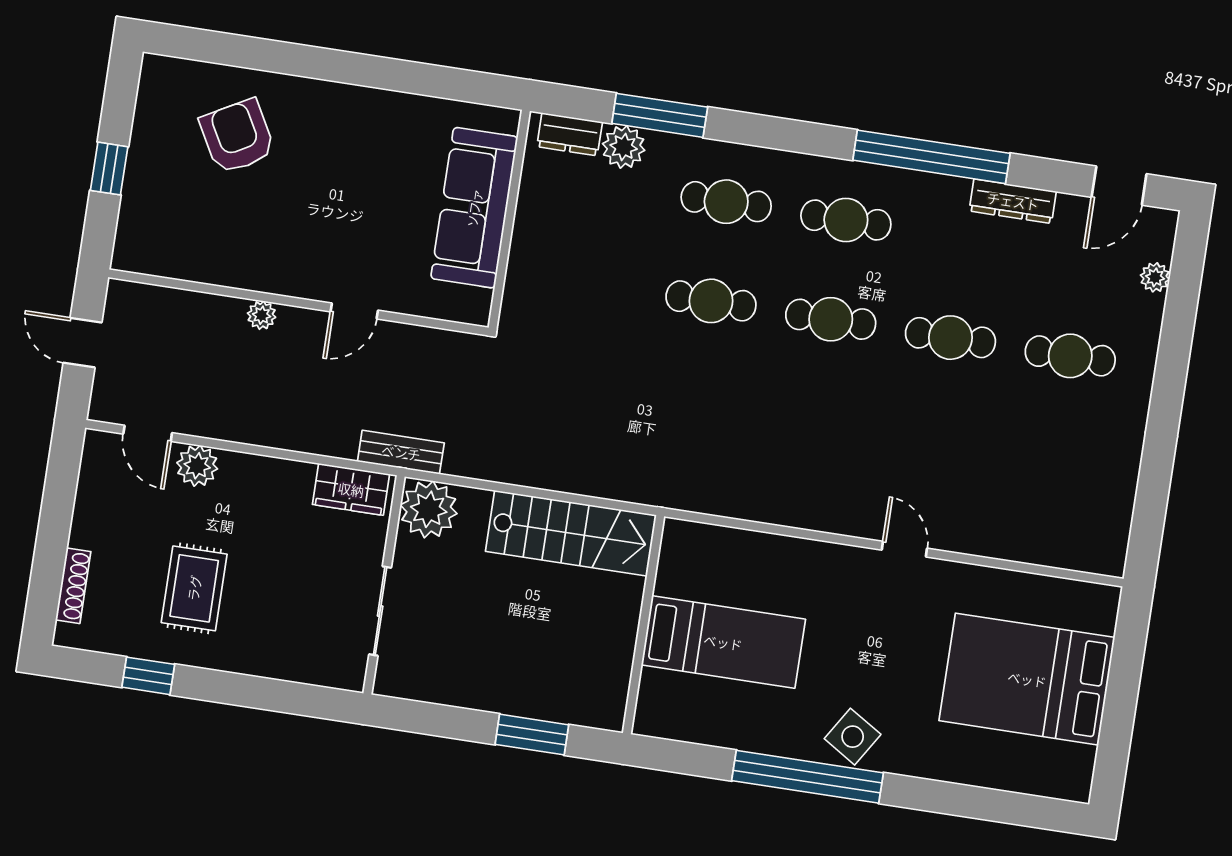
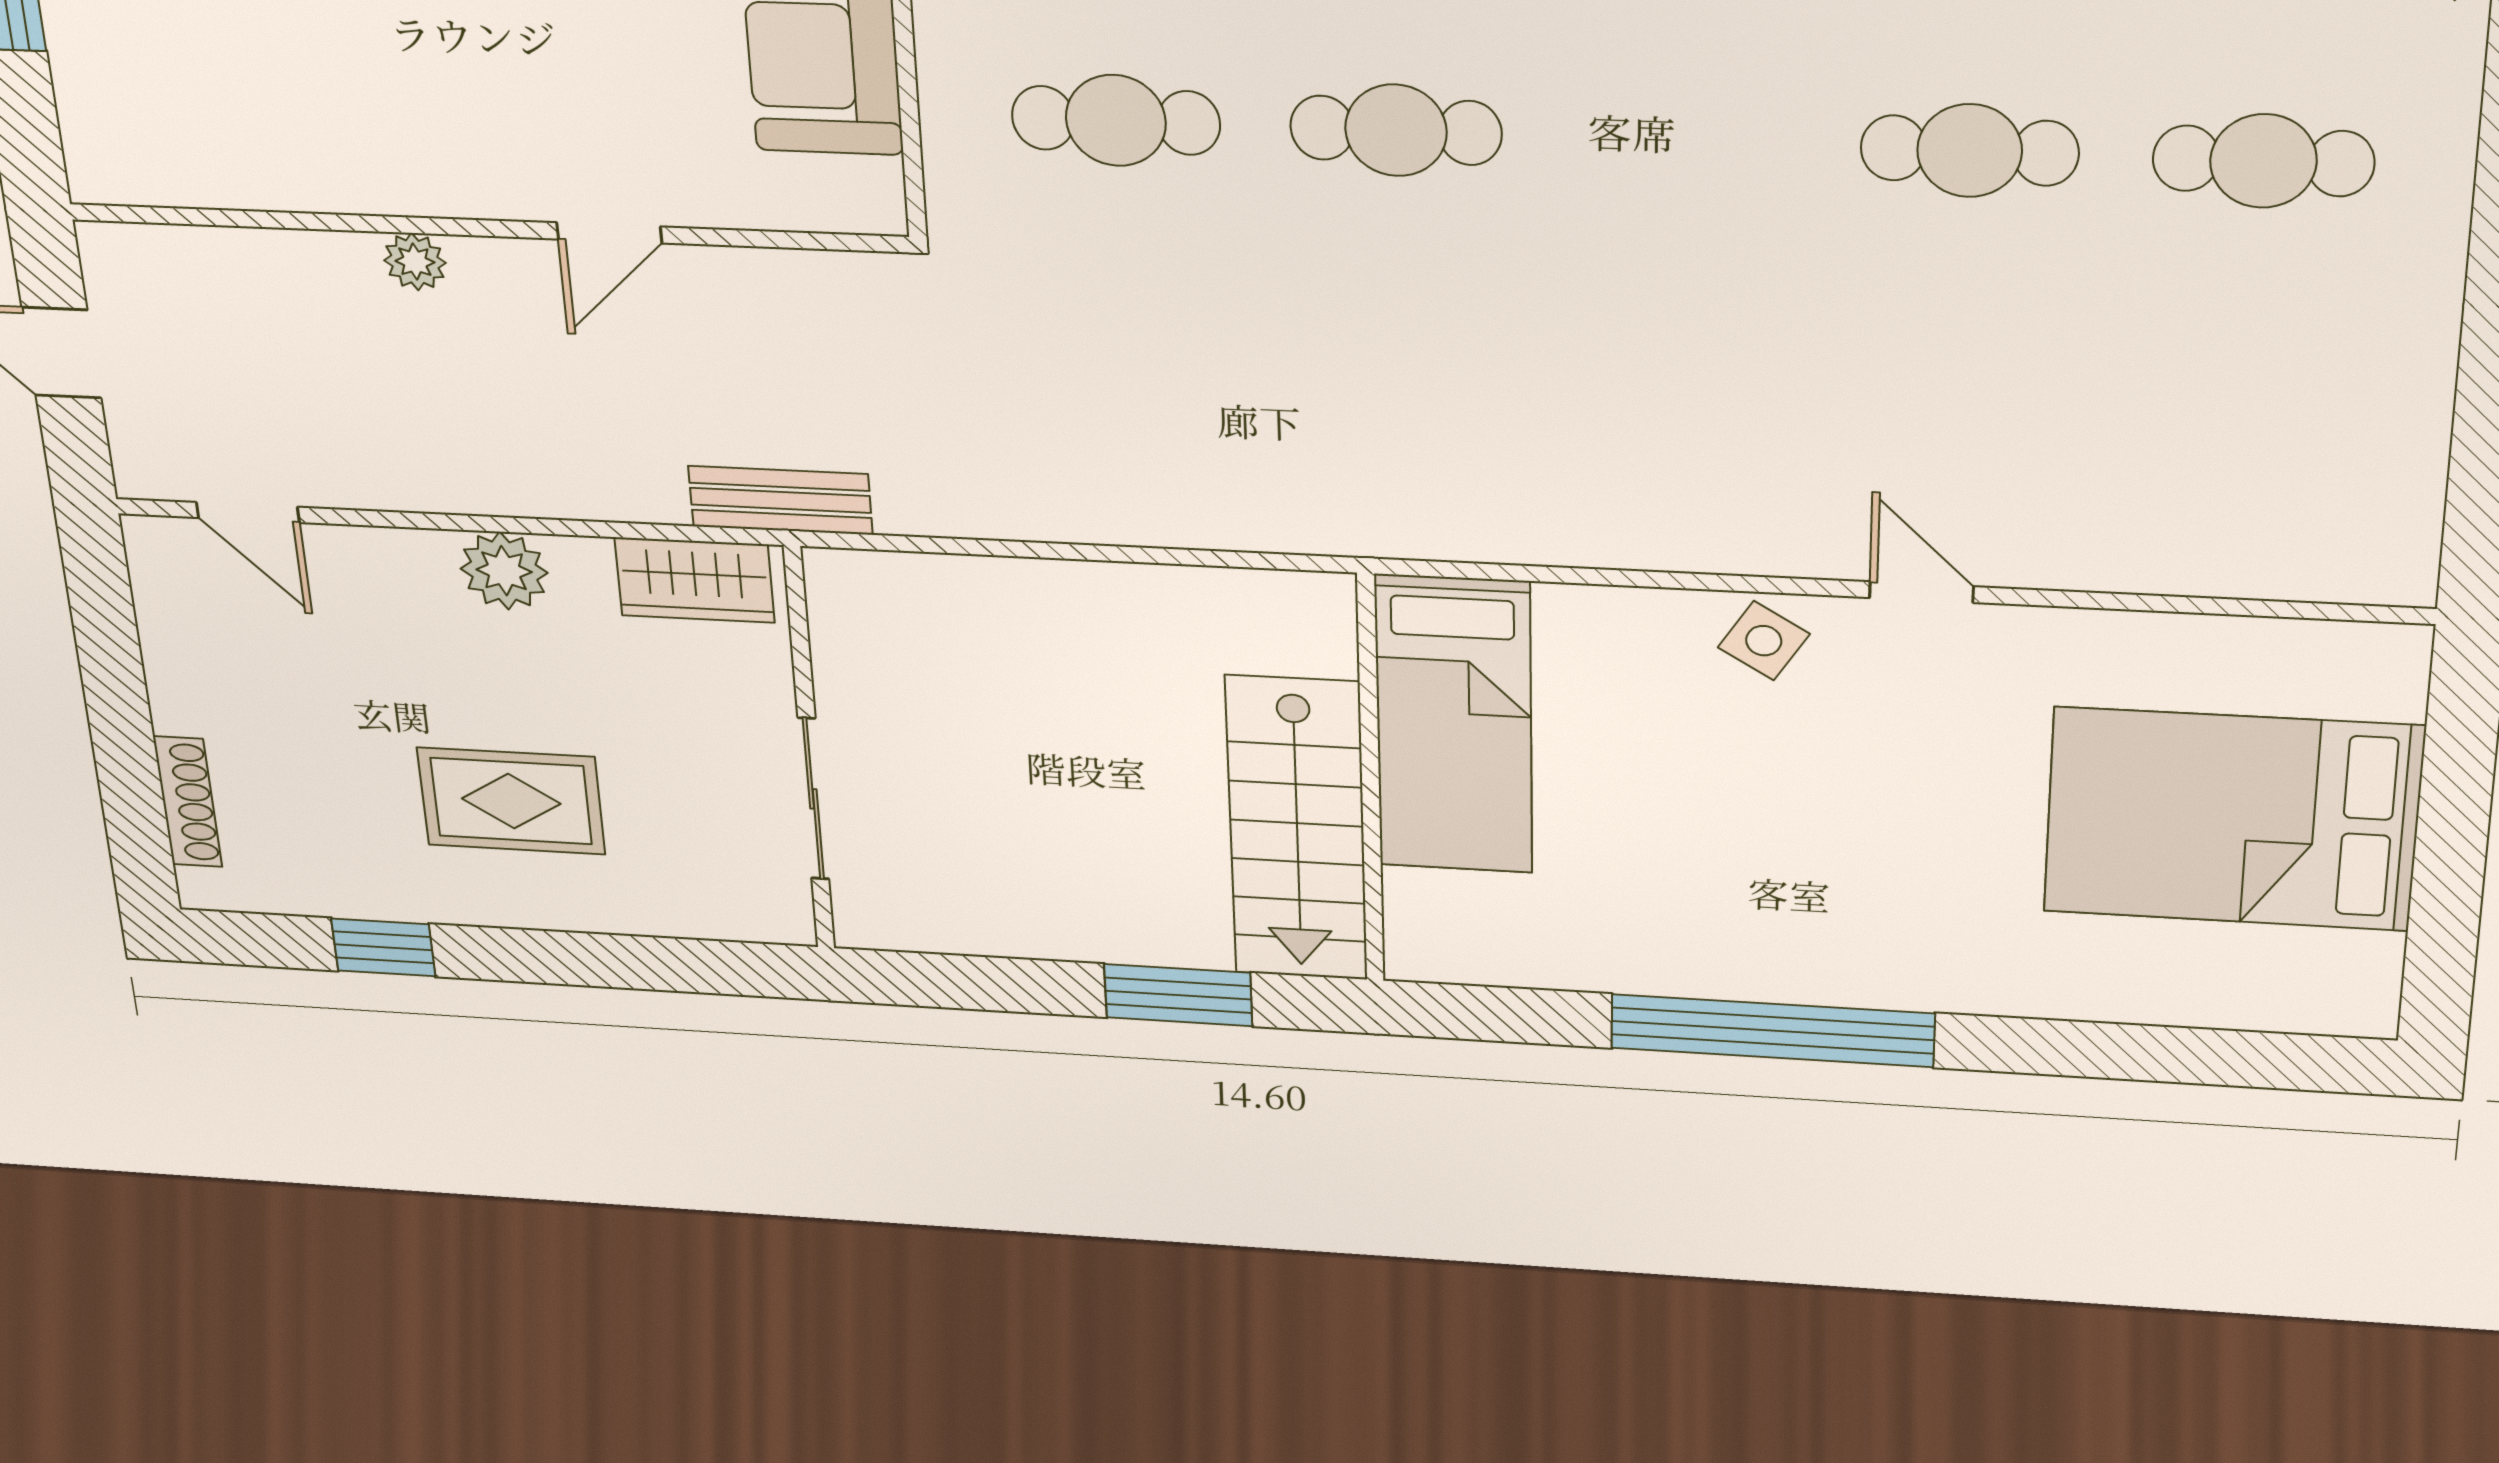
cafe table: (831, 319) -> (1116, 120), moved
plant: (197, 466) -> (504, 571), moved
plant: (429, 509) -> (866, 604), removed
stairs: (571, 533) -> (1297, 829), moved, turned 90
rug: (194, 588) -> (511, 801), moved, turned 90
bed: (723, 642) -> (1454, 725), moved, turned 90
side table: (853, 737) -> (1764, 641), moved, width x0.73, depth x0.73

